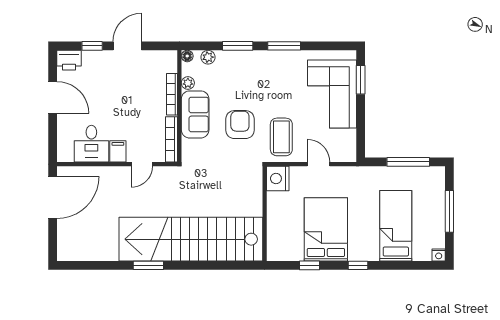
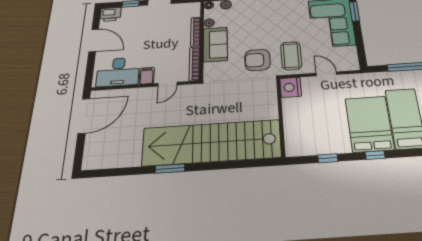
armchair: (240, 125) -> (258, 60), moved, turned -90
desk: (91, 144) -> (118, 72), width x1.37
bed: (326, 229) -> (369, 124), moved

